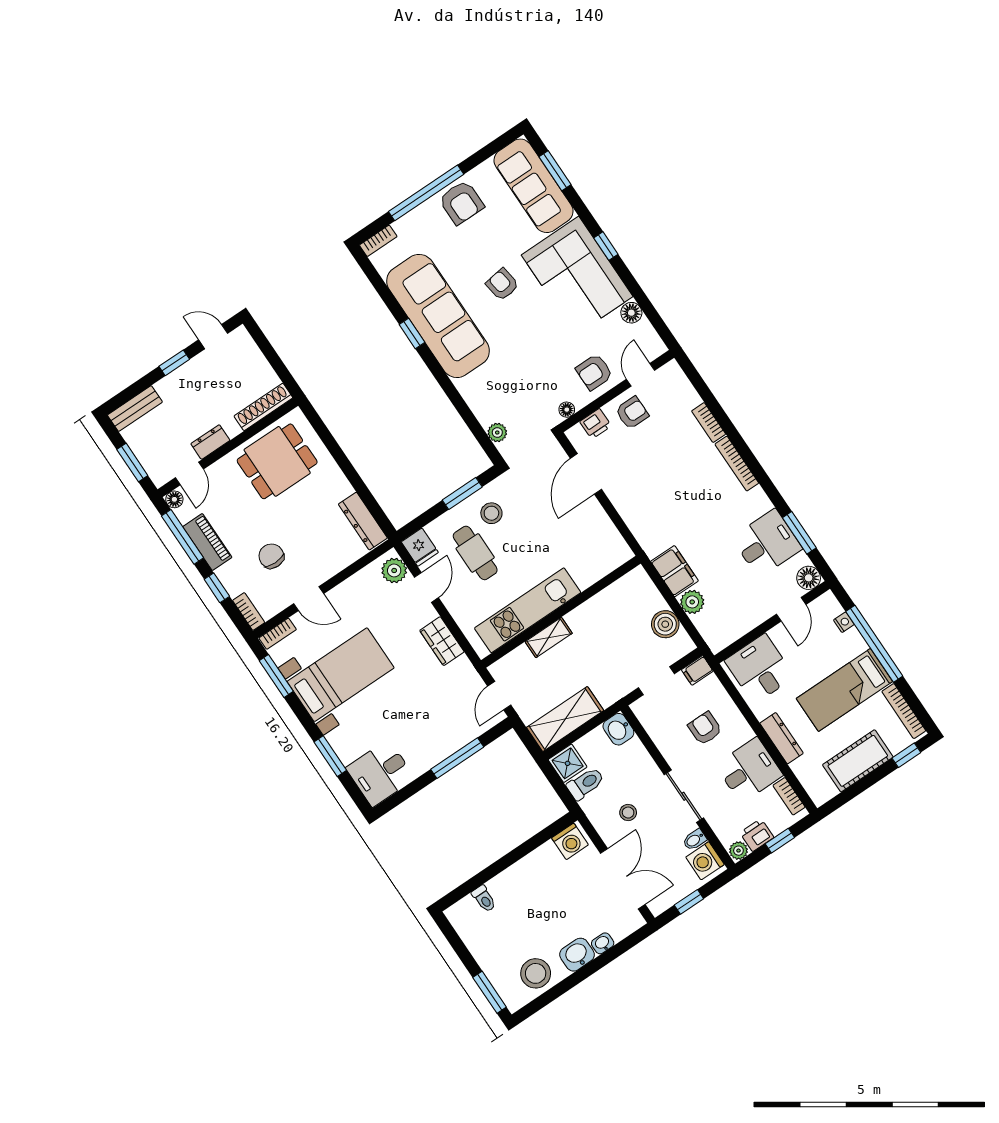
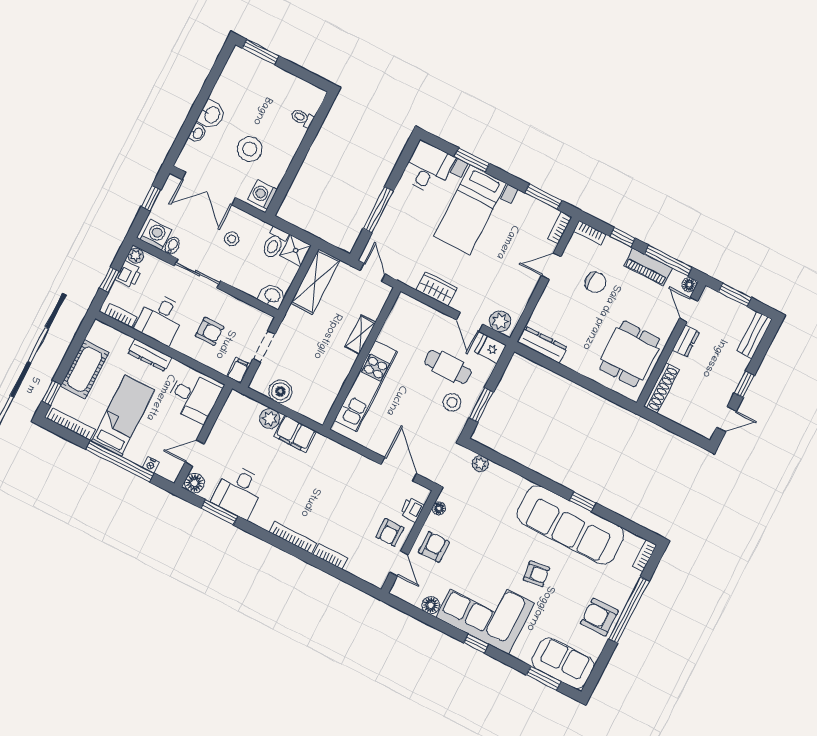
sofa: (533, 186) -> (563, 663), width x0.73
door: (791, 609) -> (194, 453), hinge flipped
kitchen unit: (528, 610) -> (366, 386), moved
bed with nightstands: (341, 675) -> (470, 210), moved
stool: (536, 973) -> (250, 149), moved

